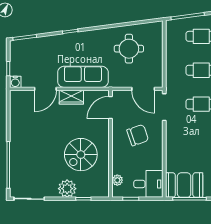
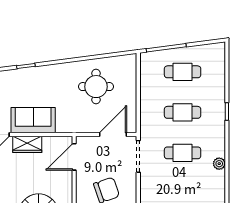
sofa: (83, 77) -> (33, 120), width x0.73
door: (143, 89) -> (113, 135), swing flipped

